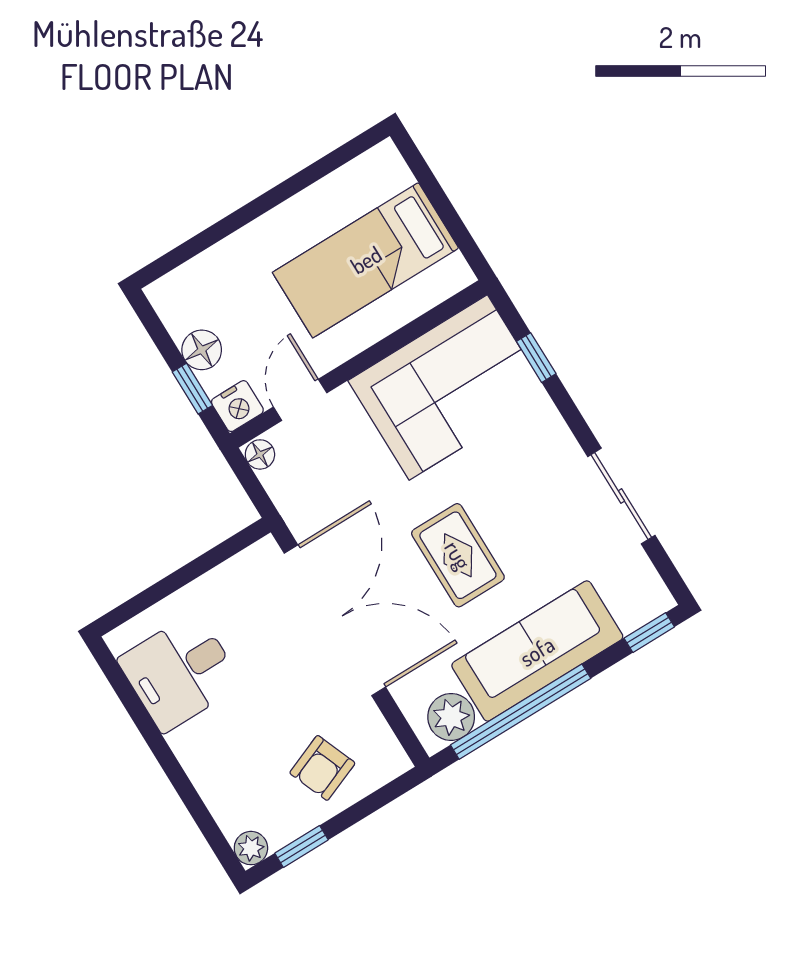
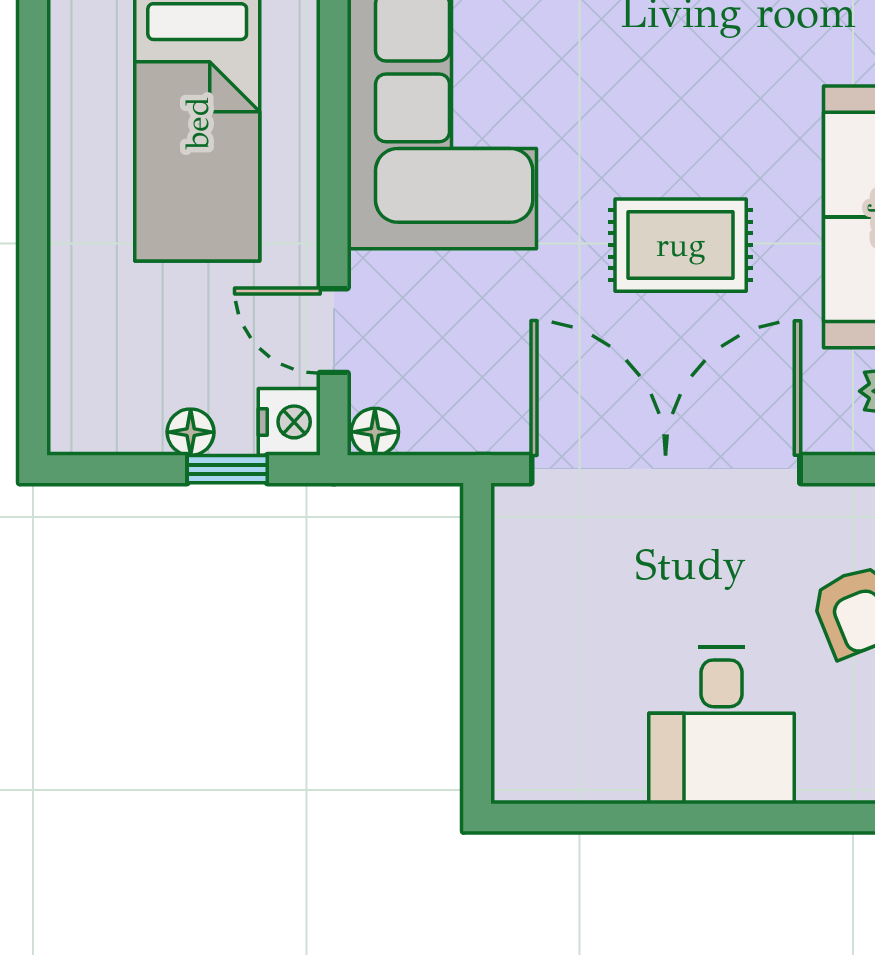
floor lamp: (202, 350) -> (191, 432), width x0.73, depth x0.73
desk: (180, 672) -> (722, 726), moved

